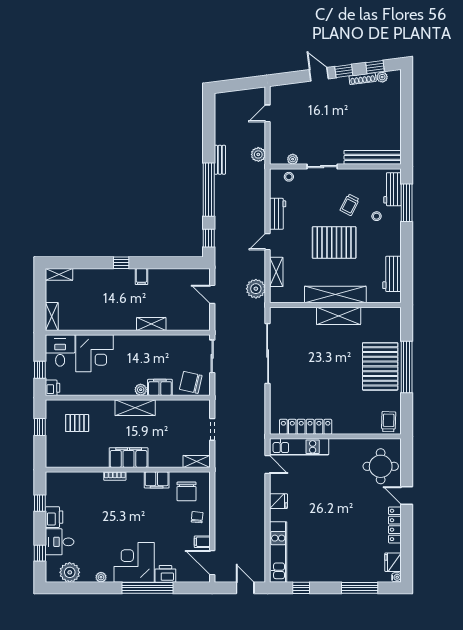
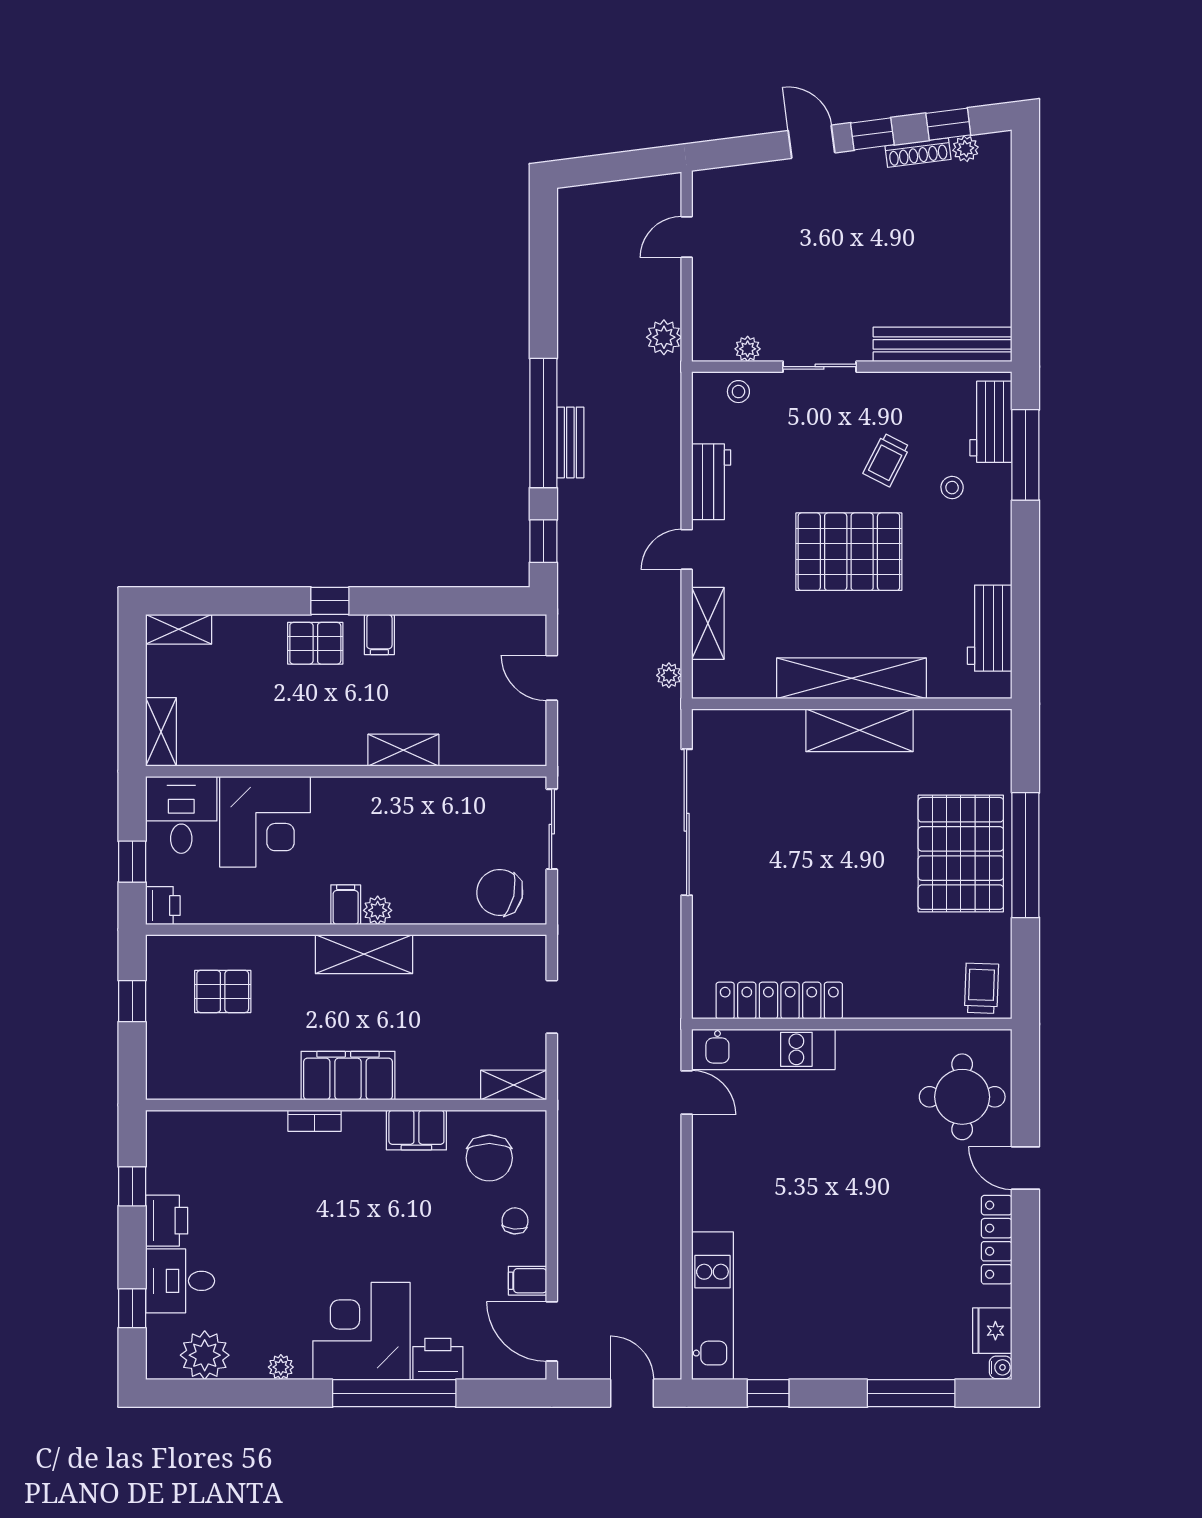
bench: (220, 160) -> (570, 442), moved
pallet: (115, 280) -> (315, 643), added
plant: (256, 289) -> (669, 675), width x0.53, depth x0.53
filing cabinet: (160, 387) -> (346, 905), moved, width x0.50
fridge: (278, 501) -> (713, 1182), removed

